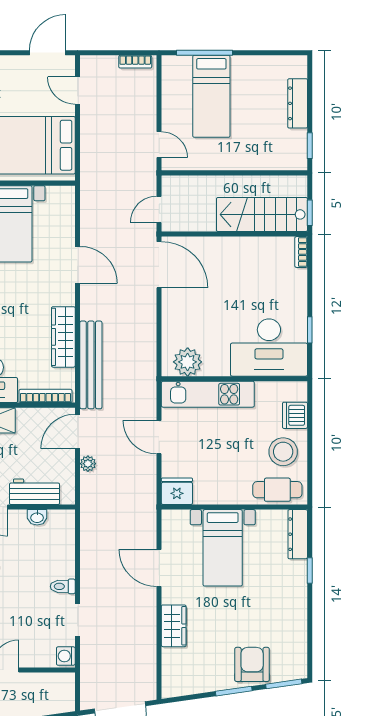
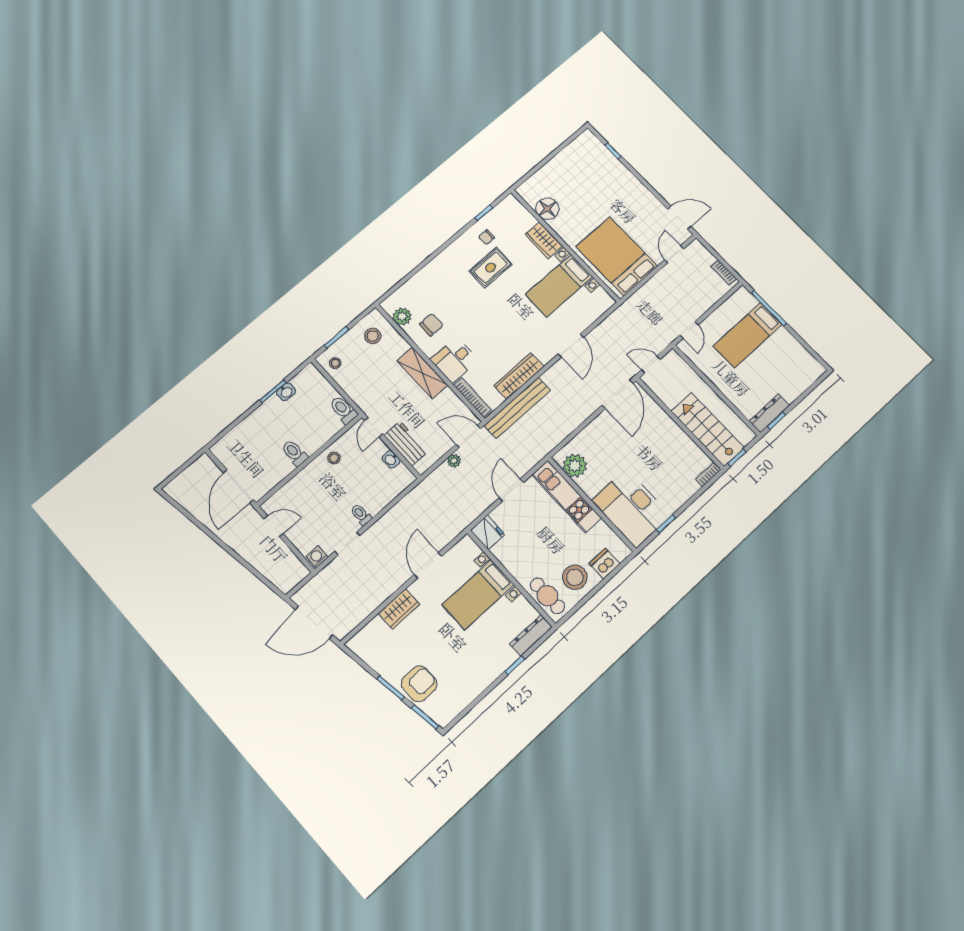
dresser: (298, 103) -> (769, 413), moved

